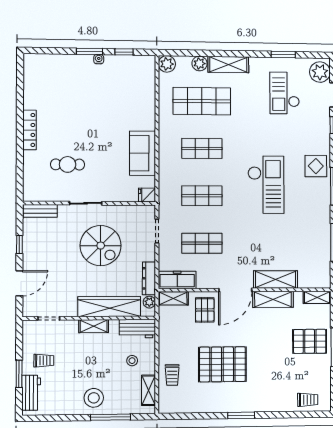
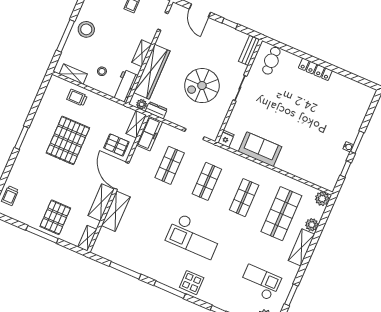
cafe table: (68, 164) -> (271, 61), moved
dresser: (149, 278) -> (156, 110), width x0.70

